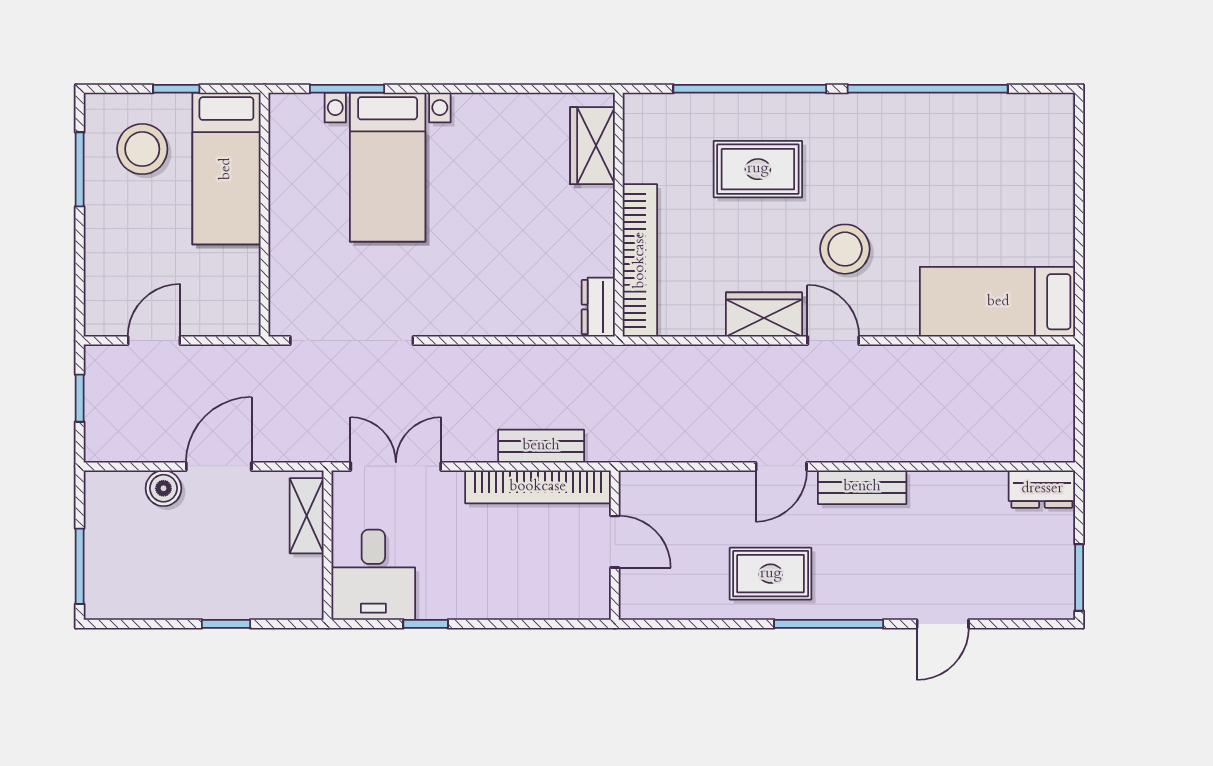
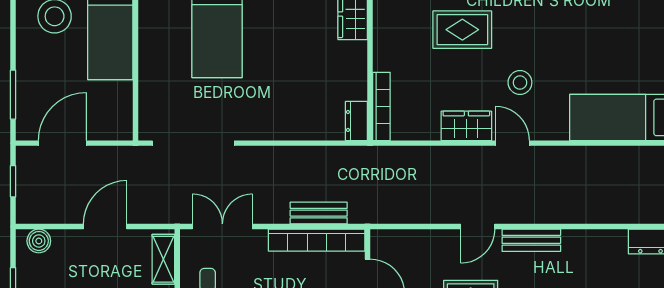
window: (80, 169) -> (13, 95), moved
stool: (845, 249) -> (520, 83), width x0.73, depth x0.73
bookcase: (640, 260) -> (381, 106), width x0.68, depth x0.76
door: (154, 341) -> (62, 143), width x1.37
boiler: (163, 488) -> (39, 241), moved

